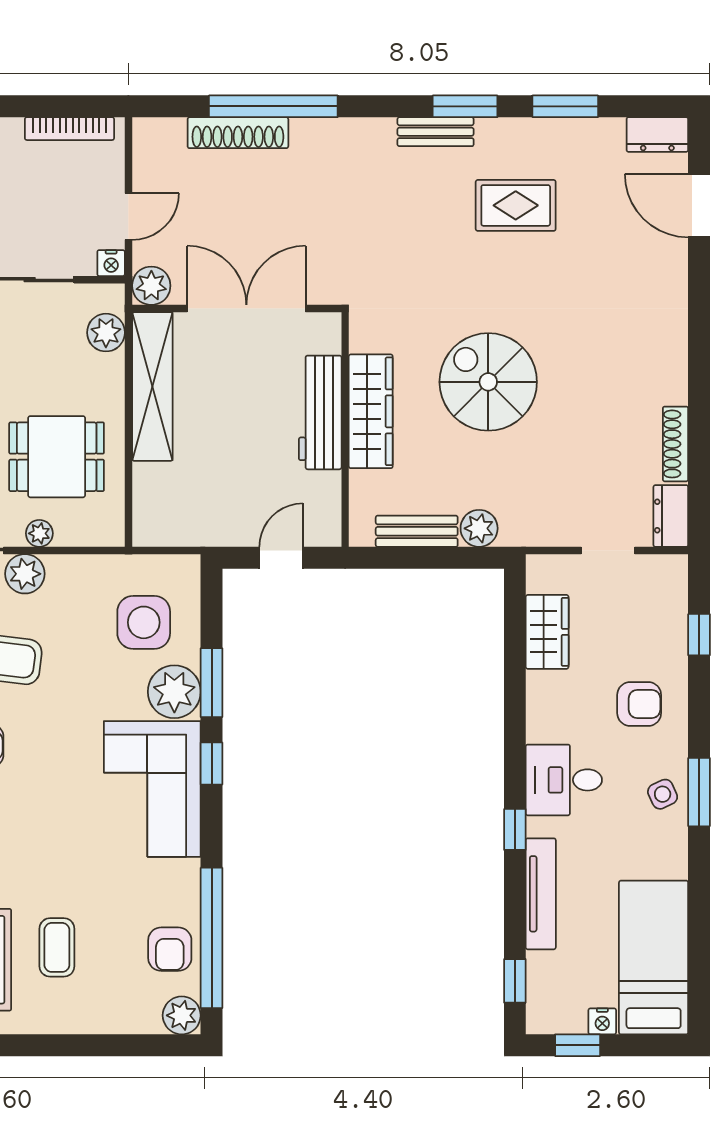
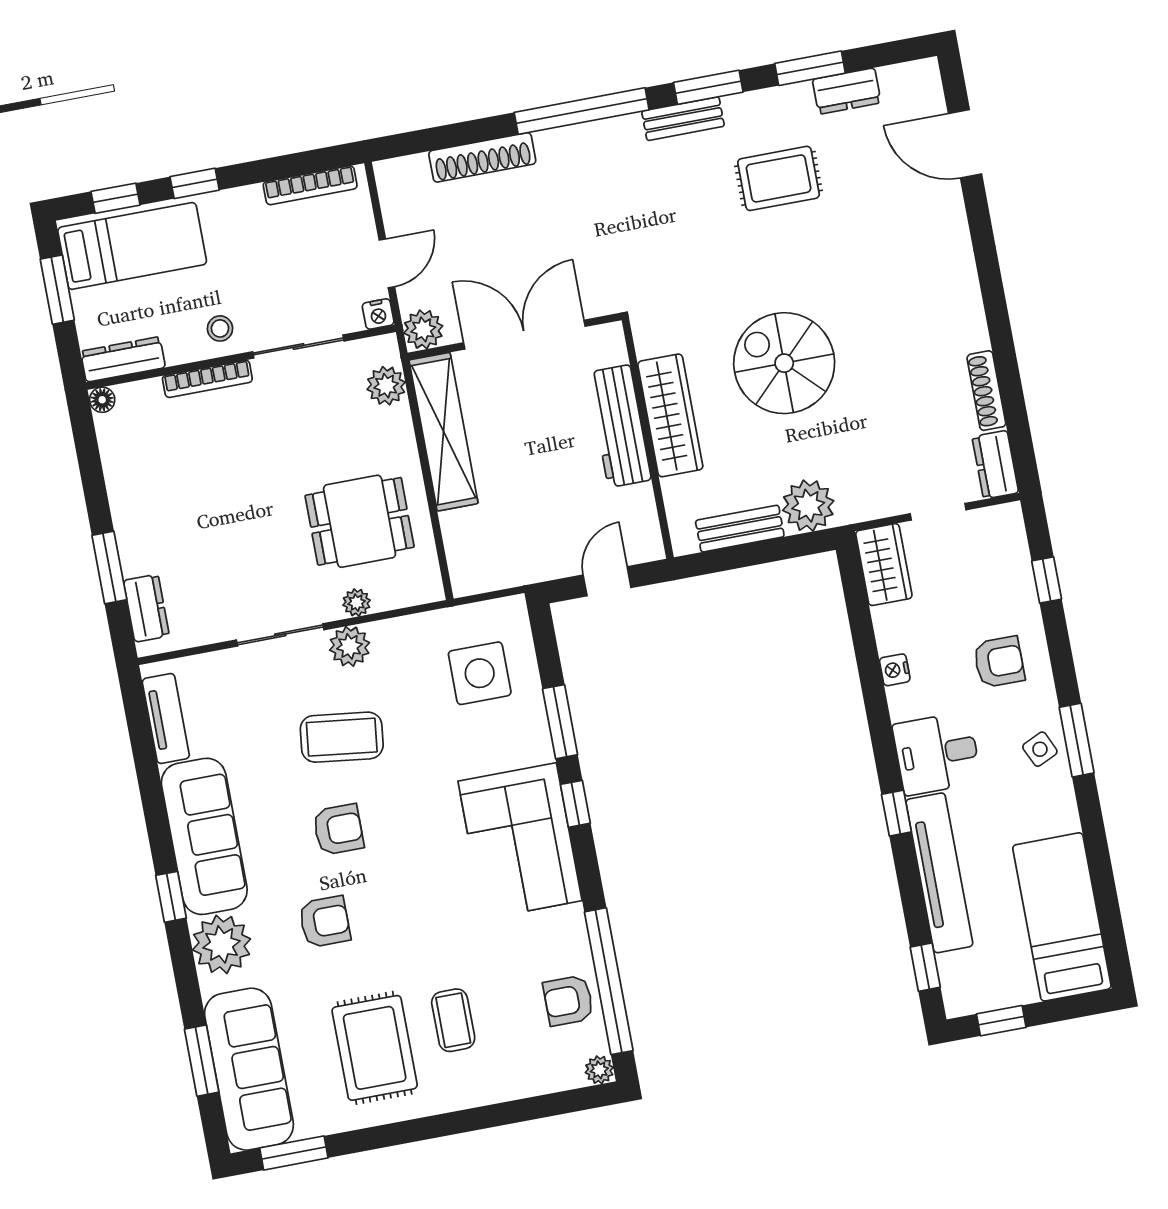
window: (273, 106) -> (582, 111), moved
dresser: (657, 134) -> (847, 91), moved
plant: (479, 528) -> (808, 506), width x1.36, depth x1.36
wardrobe: (547, 632) -> (884, 565), moved
plant: (174, 692) -> (524, 738), removed
tv unit: (541, 894) -> (939, 873), width x1.36, depth x1.29
armchair: (170, 949) -> (568, 1001), turned 90
plant: (182, 1015) -> (599, 1070), width x0.73, depth x0.73
nightstand: (602, 1021) -> (895, 670), moved, turned 90

